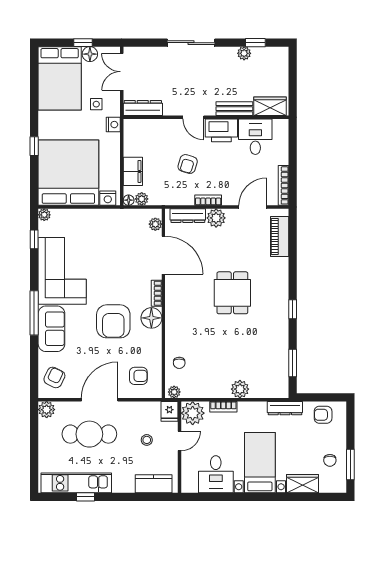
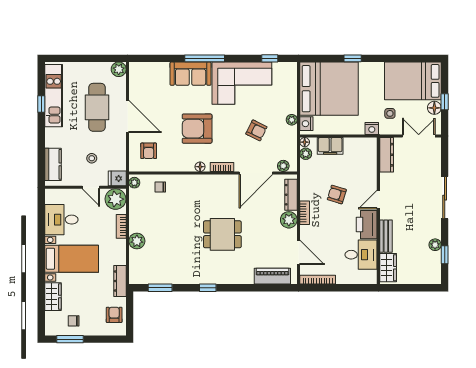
plant: (44, 215) -> (292, 120), moved
floor lamp: (151, 318) -> (200, 167), width x0.53, depth x0.53
armchair: (54, 377) -> (256, 130), moved

